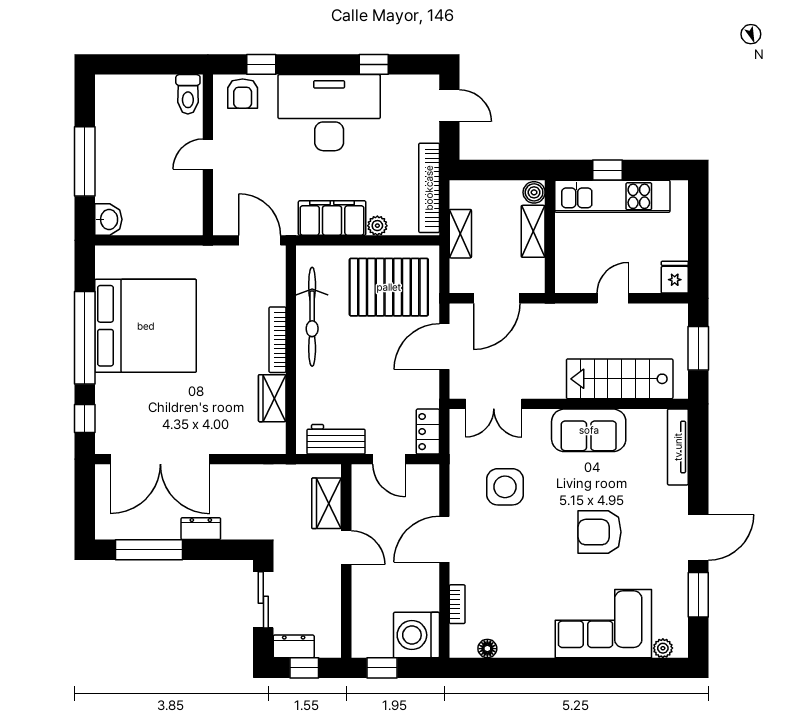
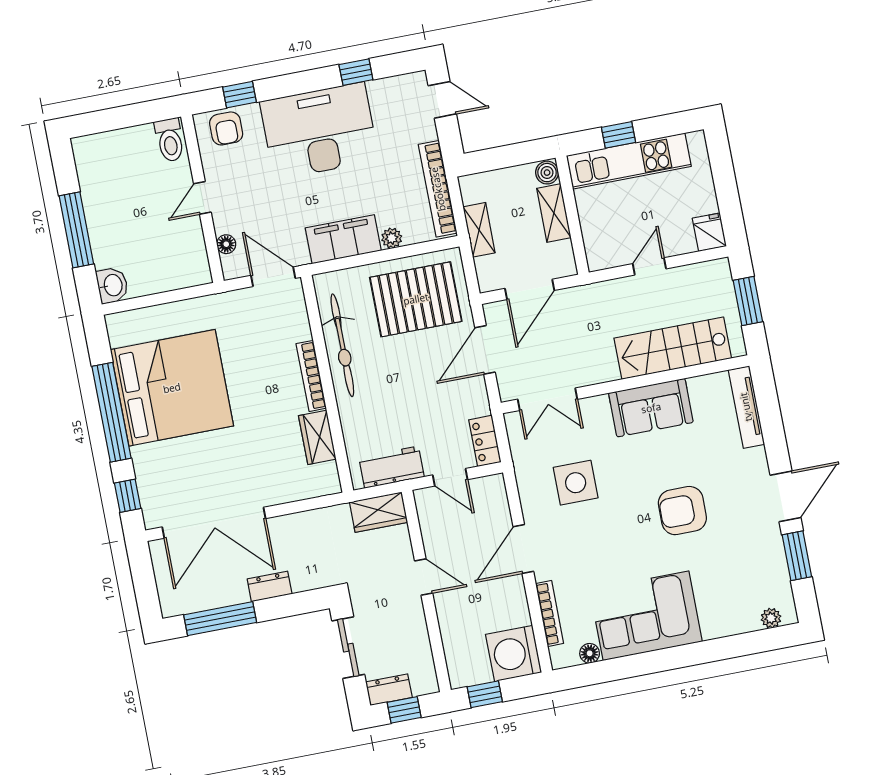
floor lamp: (222, 202) -> (226, 244), added
wardrobe: (326, 503) -> (379, 512), moved, turned -90
bookcase: (457, 604) -> (550, 614), width x1.56
corner sofa: (603, 624) -> (646, 616), moved

